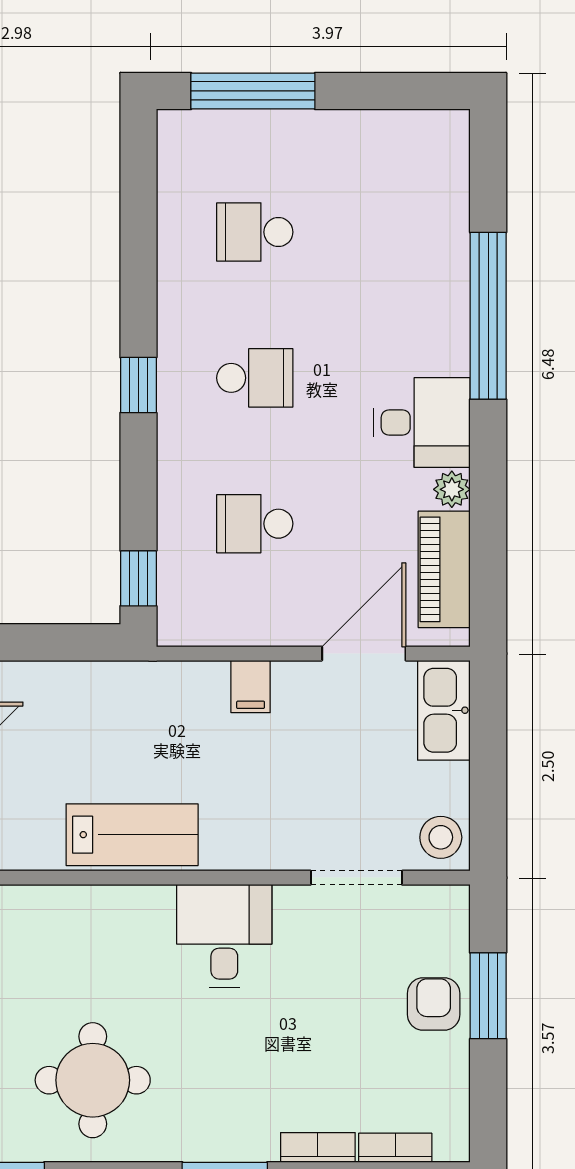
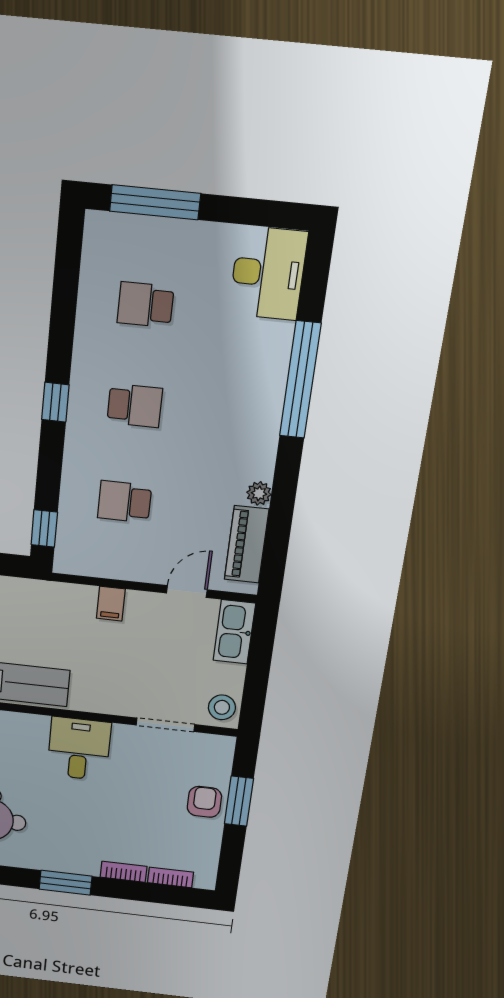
desk: (422, 423) -> (268, 273), moved, width x1.37
door: (364, 654) -> (187, 591), width x0.73

